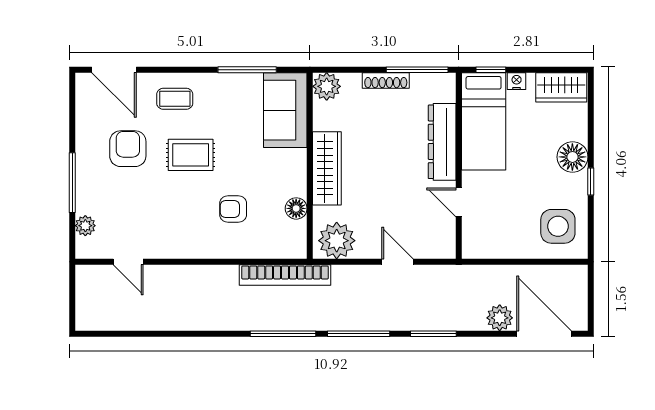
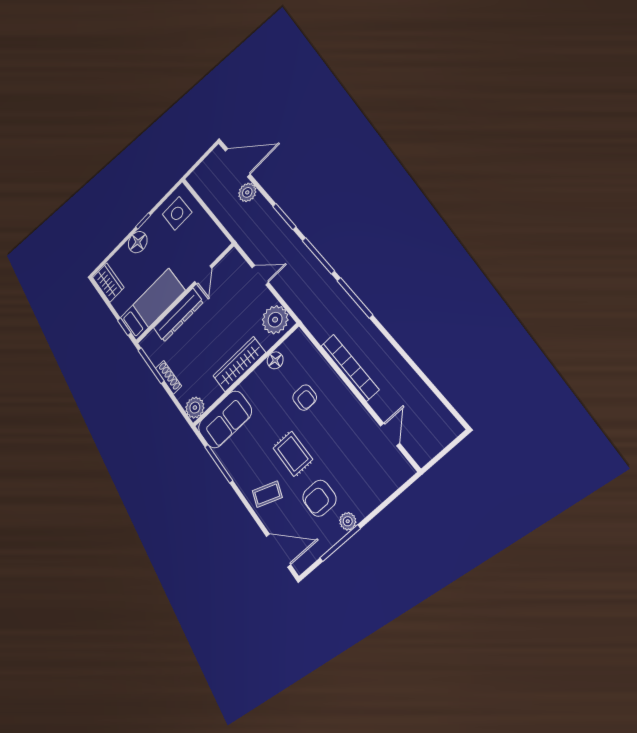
door: (114, 70) -> (278, 550), hinge flipped
nightstand: (517, 81) -> (121, 308), removed
coffee table: (175, 99) -> (267, 494), turned -70
window: (72, 183) -> (340, 543), moved
plant: (85, 226) -> (348, 521), moved
door: (397, 262) -> (260, 275), swing flipped
bookcase: (285, 275) -> (350, 367), moved
door: (544, 334) -> (238, 163), swing flipped

